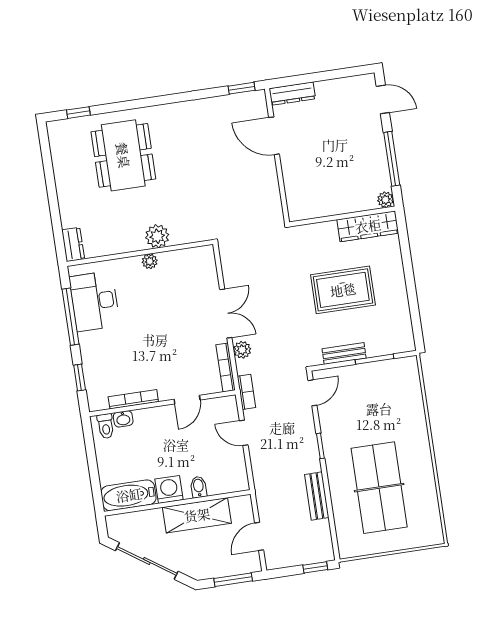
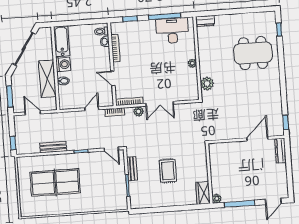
wardrobe: (368, 226) -> (203, 193), width x0.67
plant: (157, 236) -> (207, 84), moved
rug: (343, 290) -> (168, 171), width x0.73, depth x0.70

